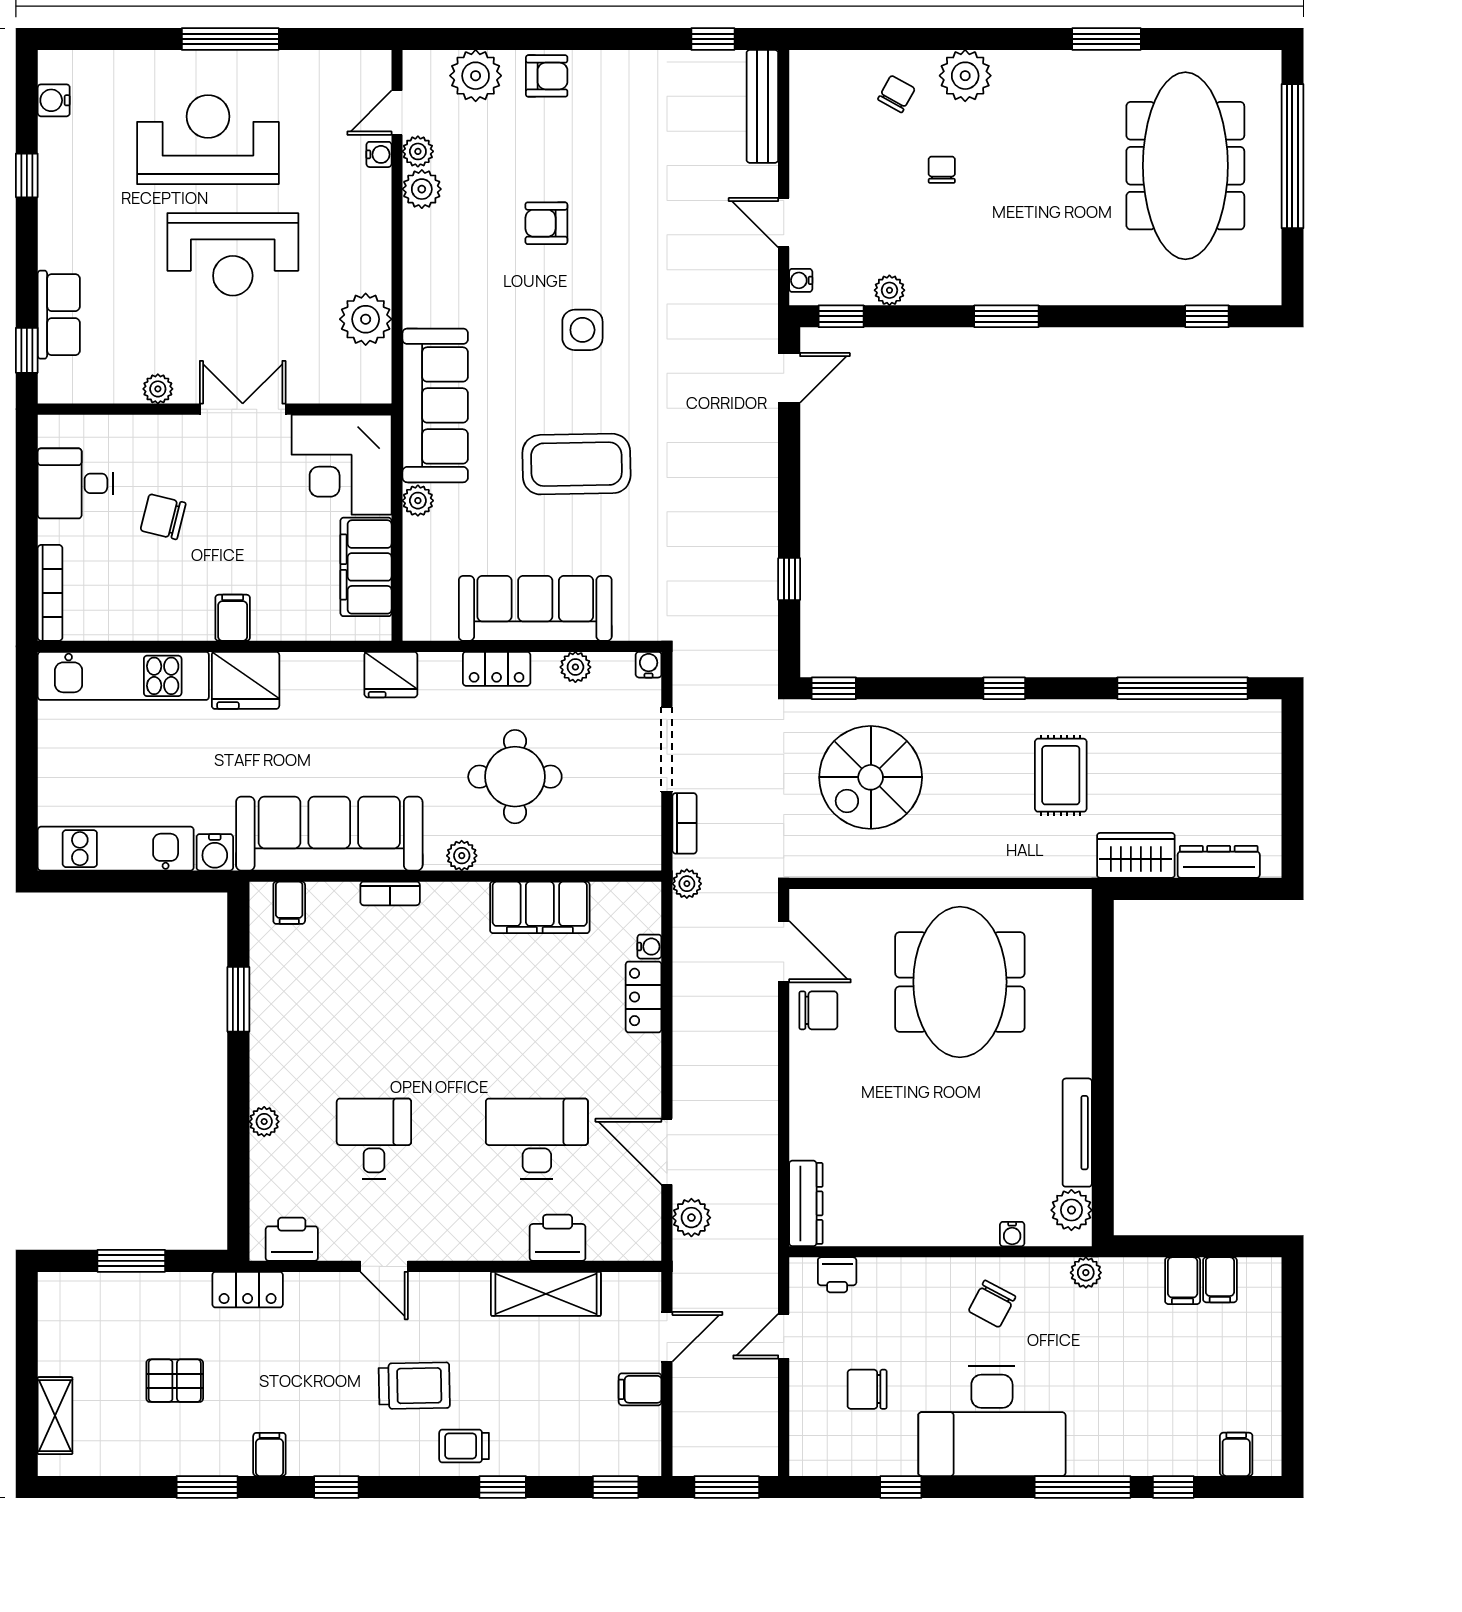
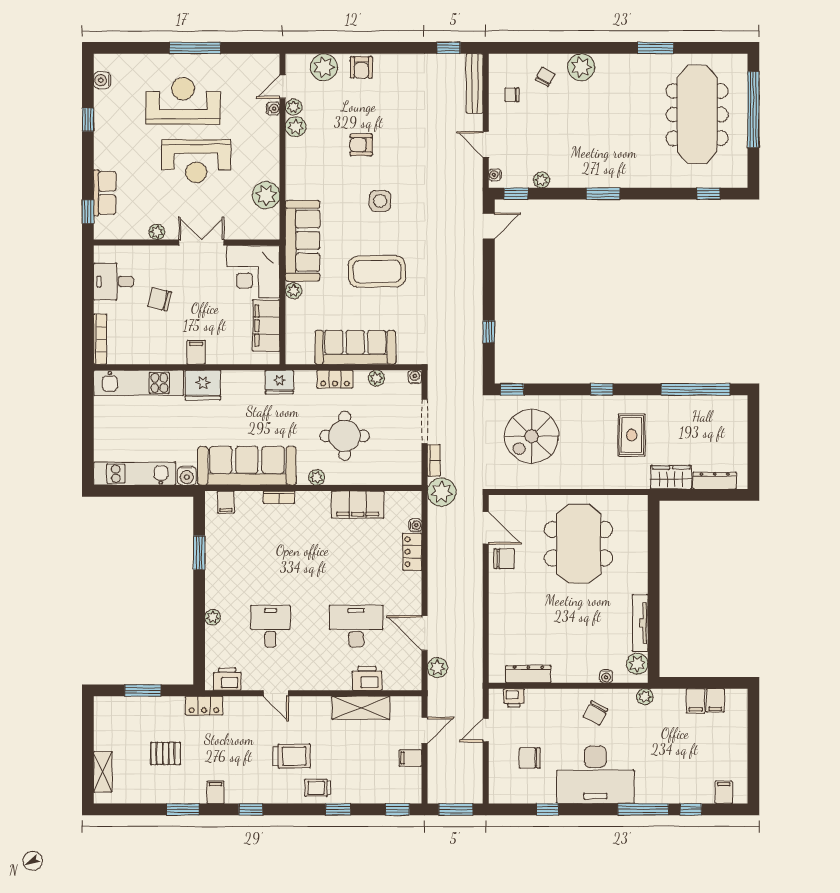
armchair: (547, 76) -> (361, 67), turned 90
chair: (942, 170) -> (512, 95), moved, turned -90
plant: (687, 884) -> (442, 492), width x1.87, depth x1.87
dresser: (806, 1203) -> (528, 674), moved, turned -90

